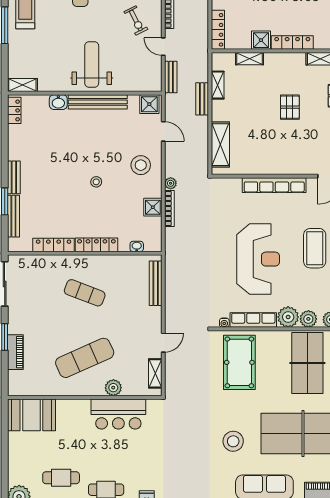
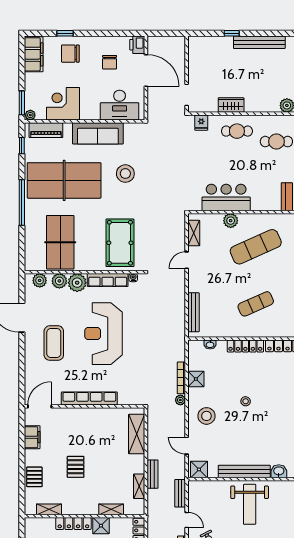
exercise mat: (85, 293) -> (256, 304), turned -45

